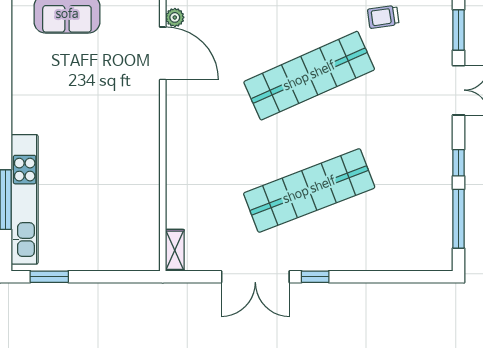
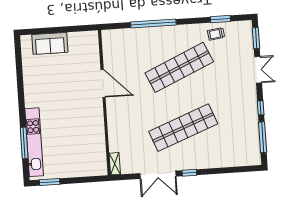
plant: (175, 17) -> (107, 41), removed
door: (163, 53) -> (103, 83), moved

